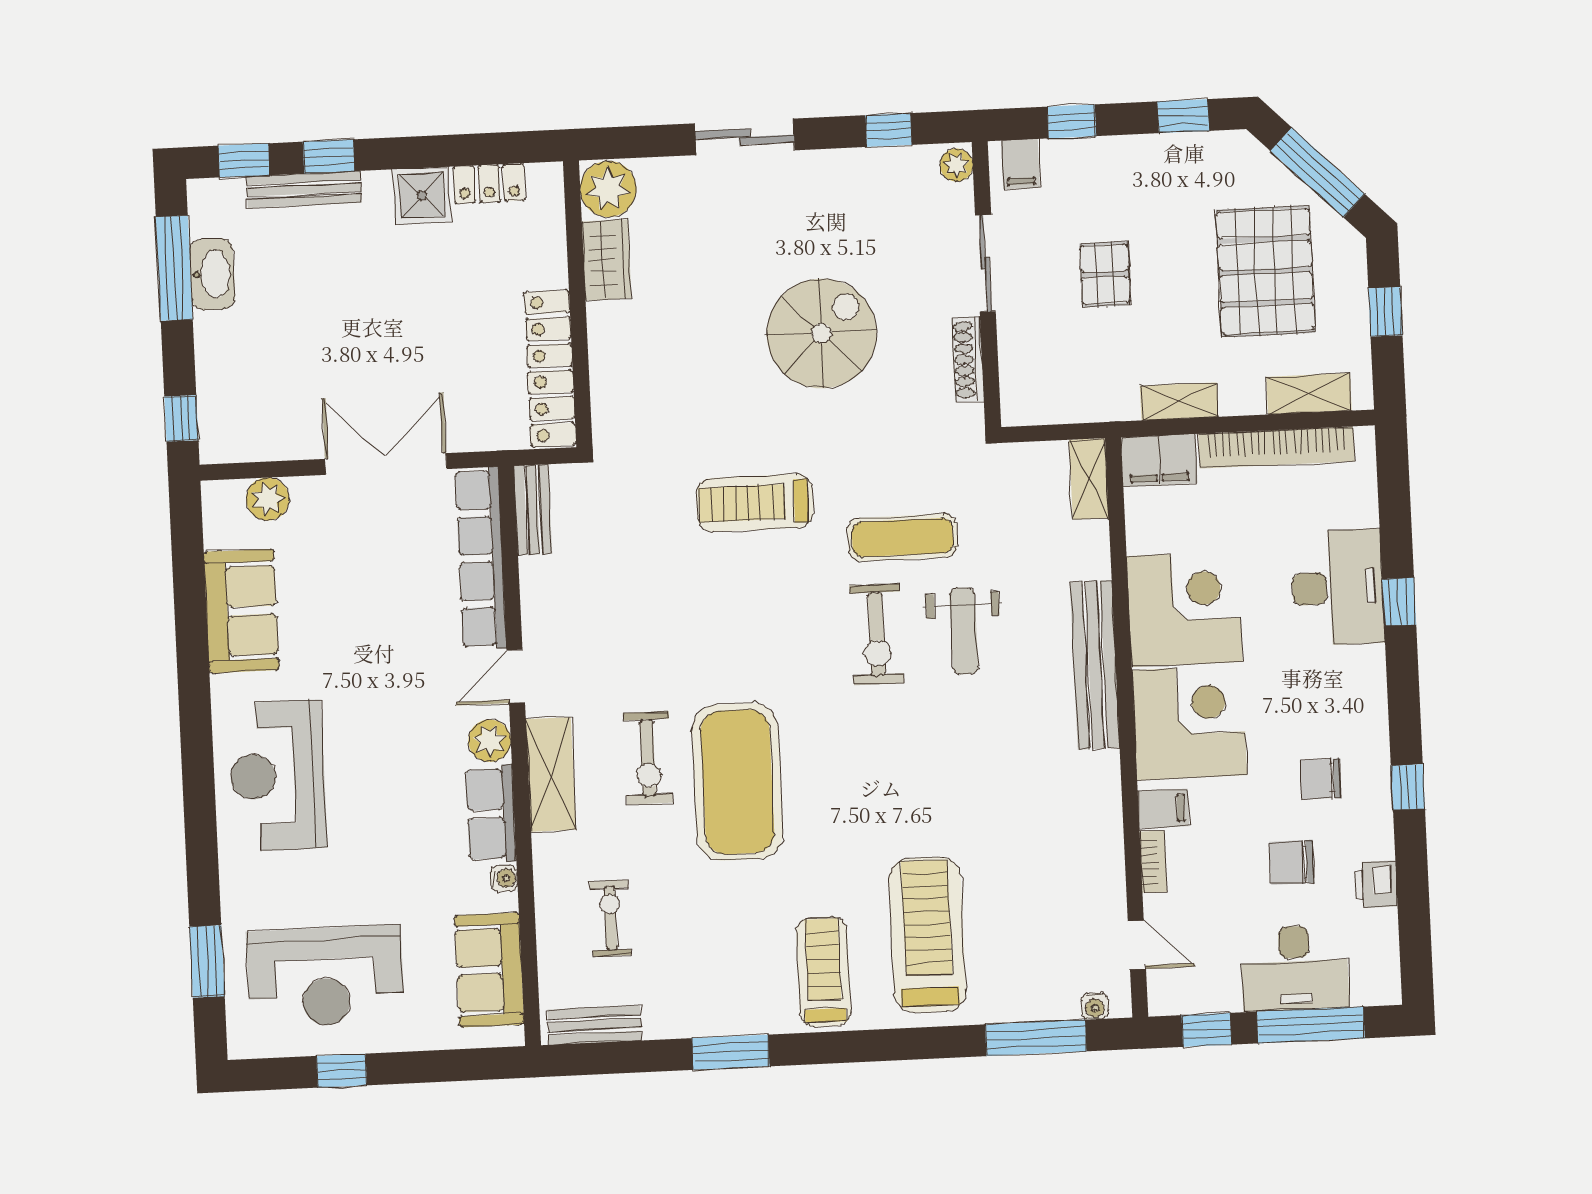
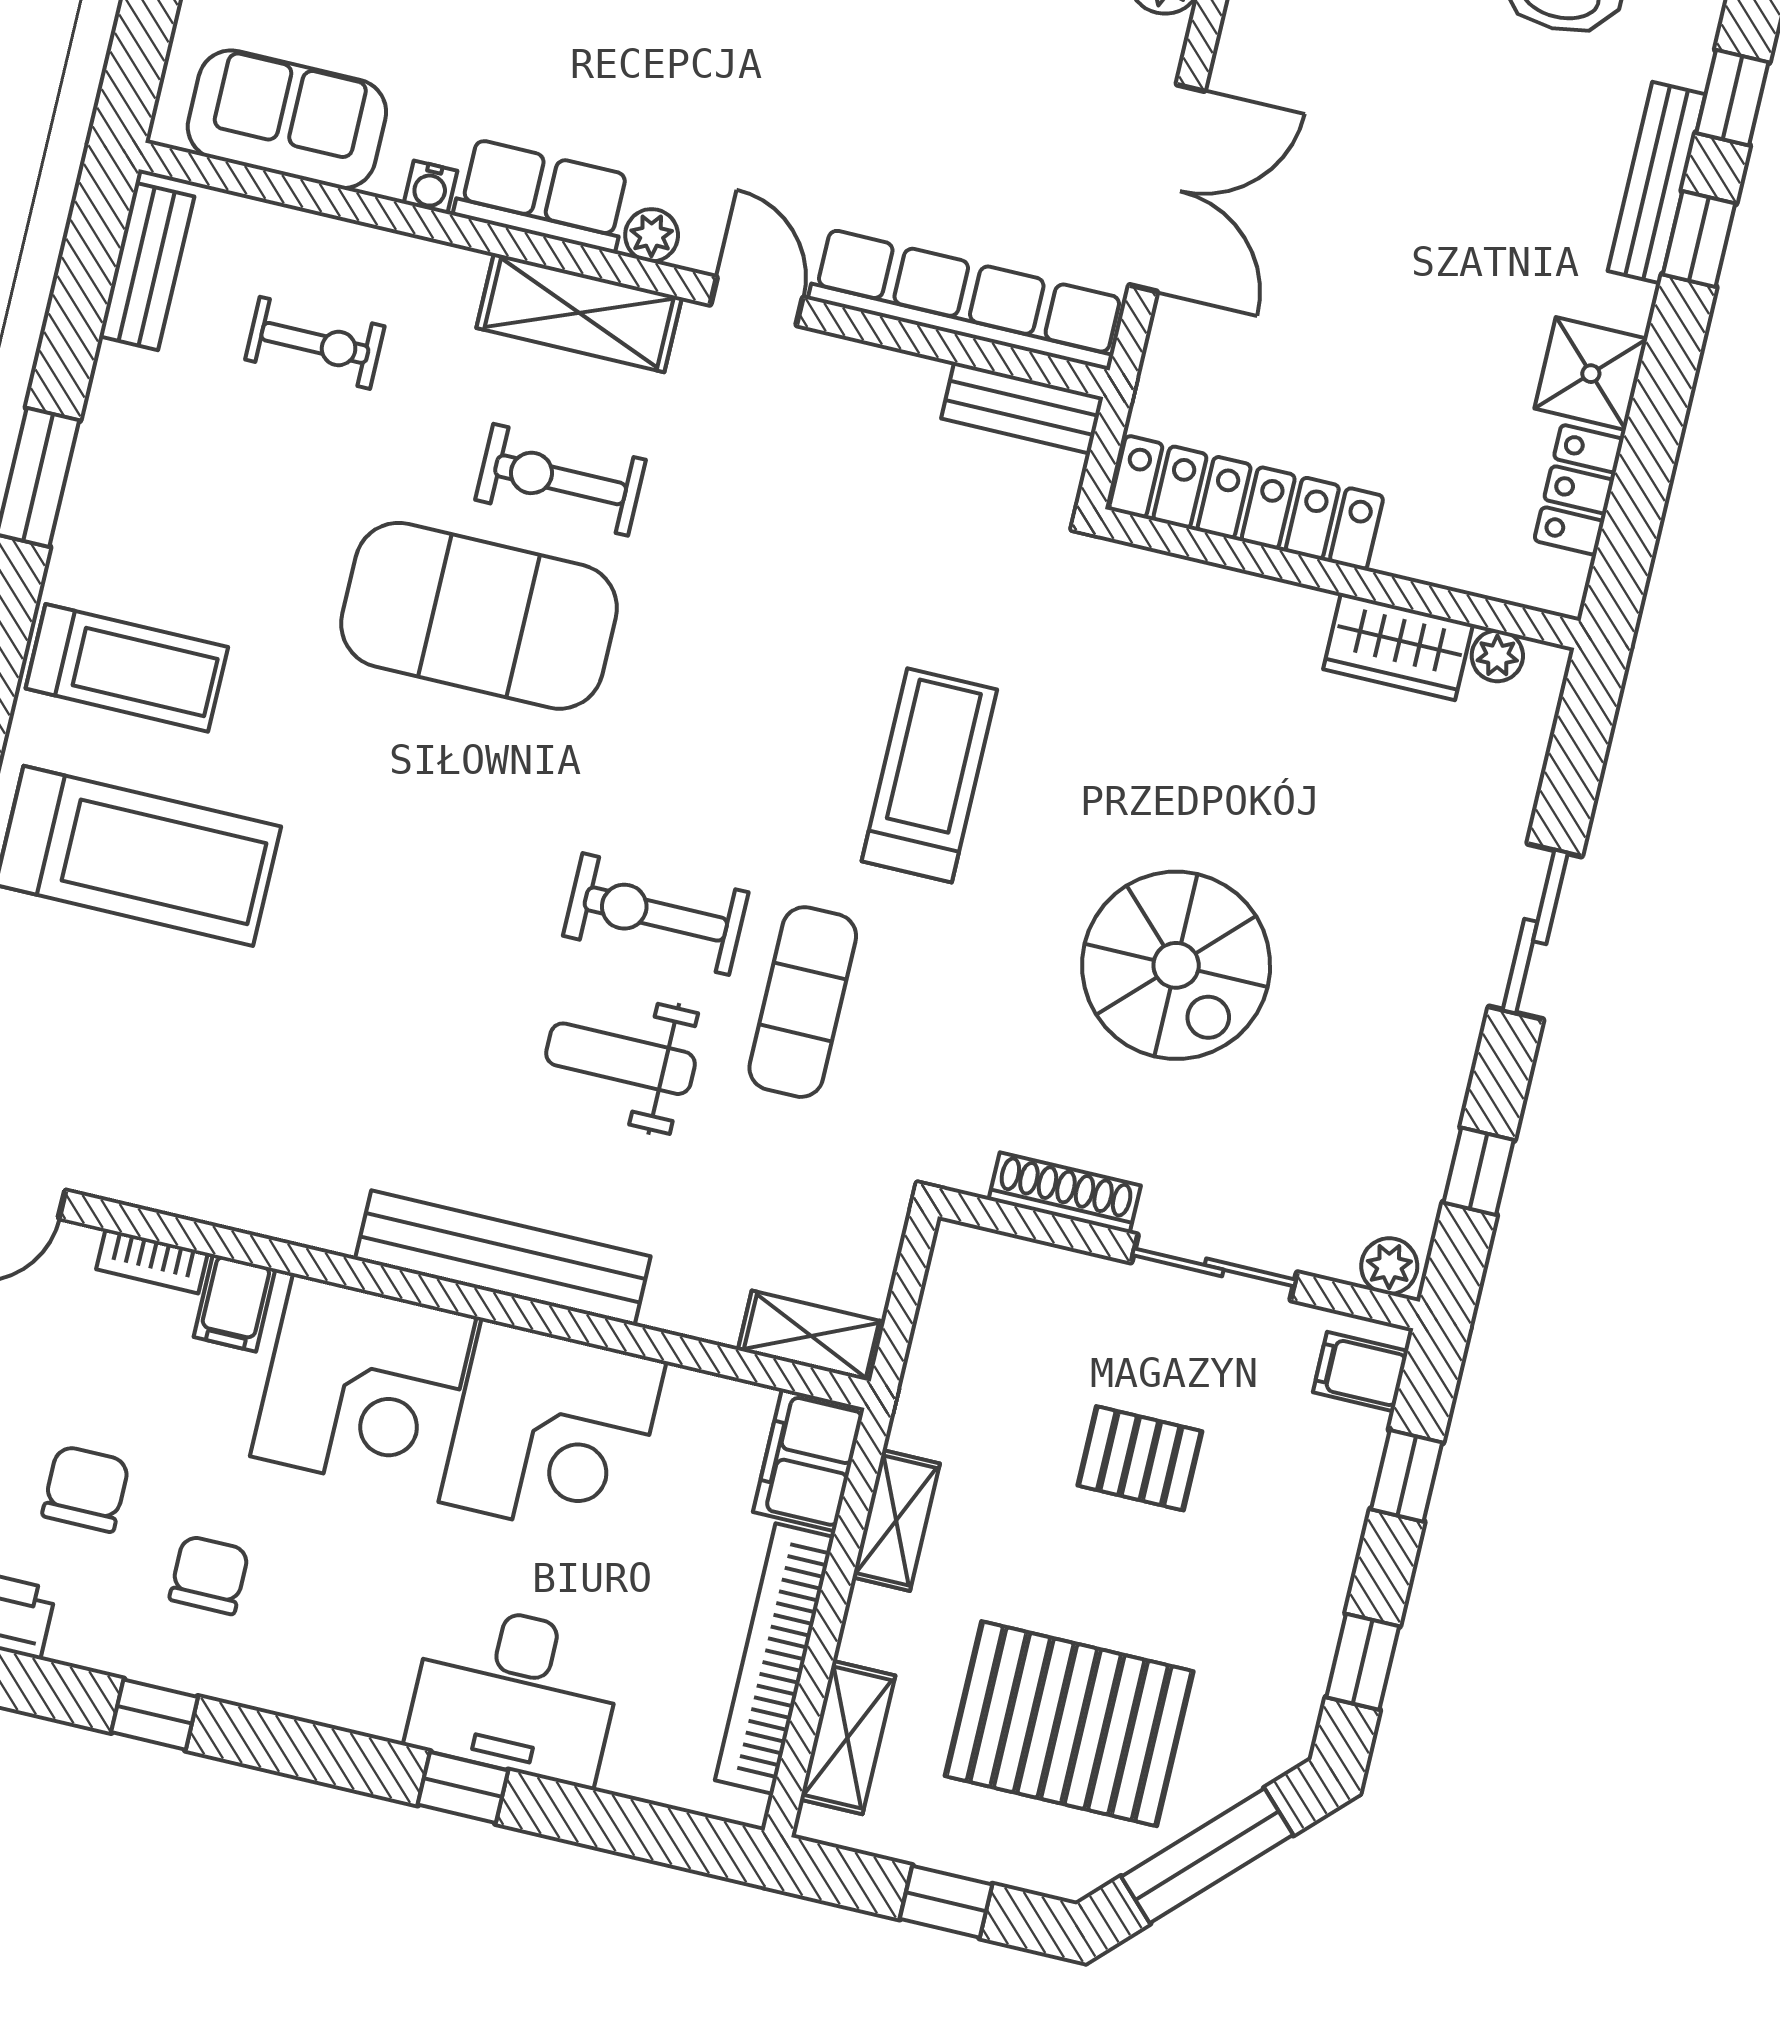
plant: (608, 189) -> (1497, 656), width x0.53, depth x0.53
plant: (490, 741) -> (652, 235), width x0.73, depth x0.73

